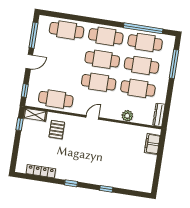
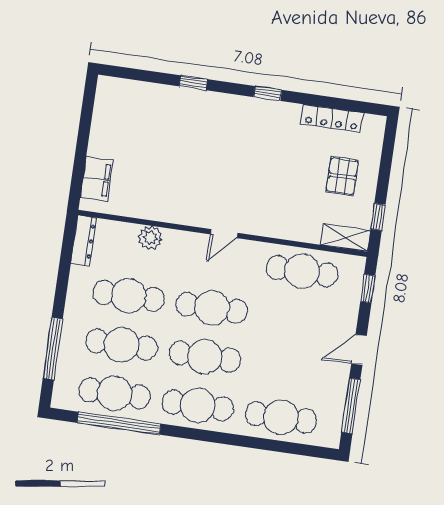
pallet: (57, 130) -> (342, 176), moved

